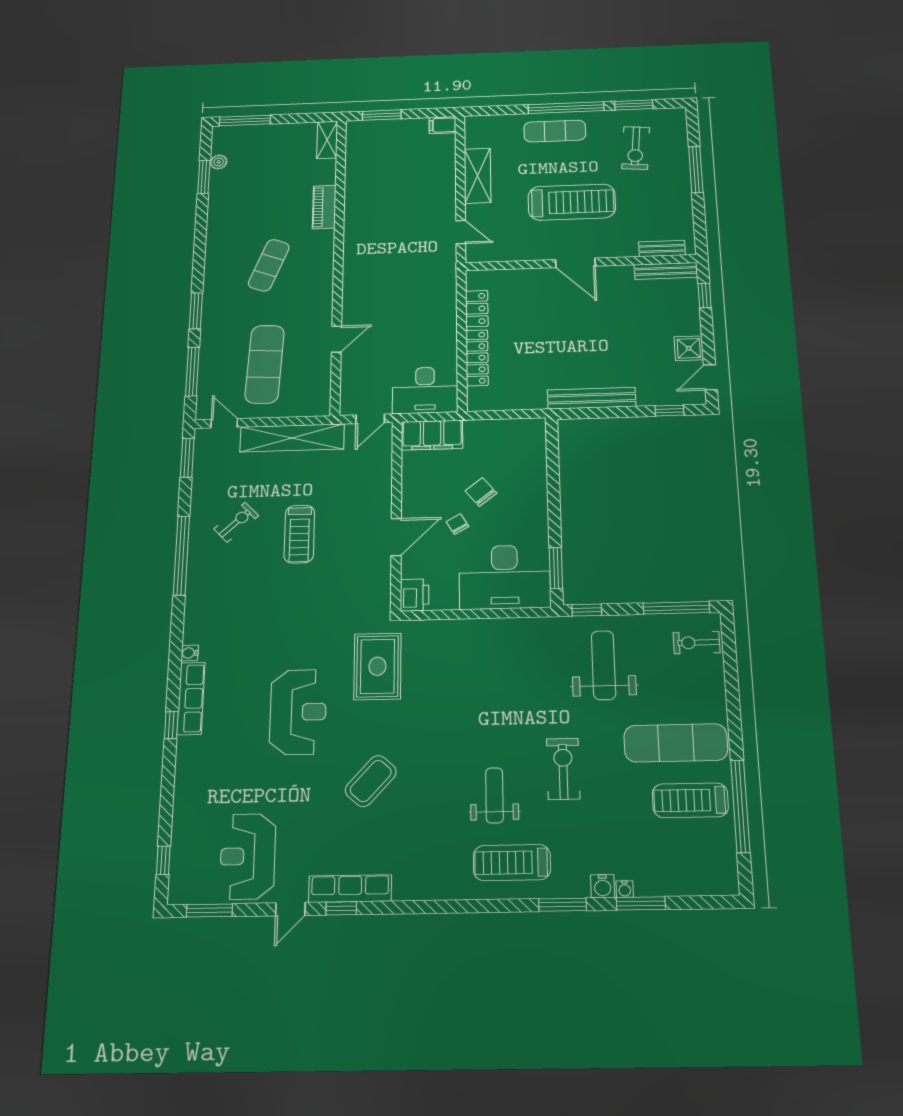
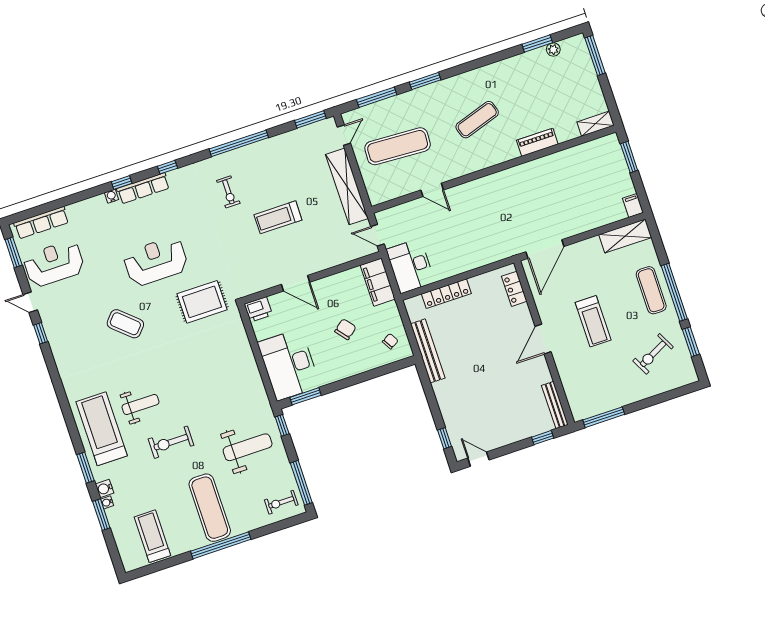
exercise bike: (636, 148) -> (653, 354), turned -32
window: (696, 170) -> (604, 417), moved
shelving: (478, 176) -> (625, 236), moved
treadmill: (572, 202) -> (593, 321), width x0.73, depth x0.73
door: (461, 232) -> (545, 249), width x1.88
bench: (662, 249) -> (573, 397), removed
exercise mat: (269, 265) -> (477, 120), turned -39
locker: (477, 309) -> (514, 289), moved, turned 90
shower: (689, 348) -> (497, 438), removed
bench: (592, 398) -> (428, 351), moved
exercise bike: (236, 522) -> (228, 192), moved, turned 43
chair: (457, 524) -> (390, 341), moved
exercise bike: (696, 643) -> (281, 502), turned -90
water cooler: (190, 653) -> (112, 196), moved
reception desk: (298, 712) -> (156, 261), turned 180
exercise bike: (563, 769) -> (171, 442), turned 180
treadmill: (690, 800) -> (152, 536), moved
window: (740, 806) -> (221, 545), moved
window: (163, 860) -> (167, 167), moved
treadmill: (512, 863) -> (102, 429), width x1.37, depth x1.38
row of seats: (350, 889) -> (41, 223), moved, turned 90

